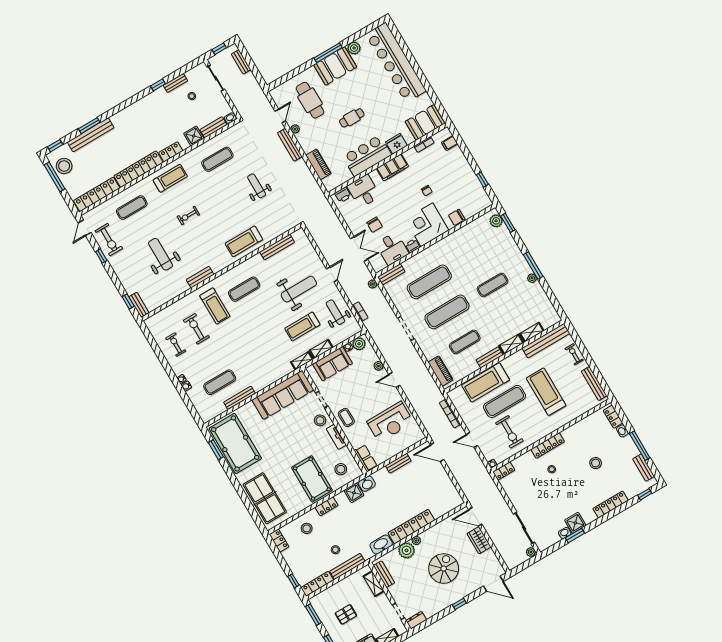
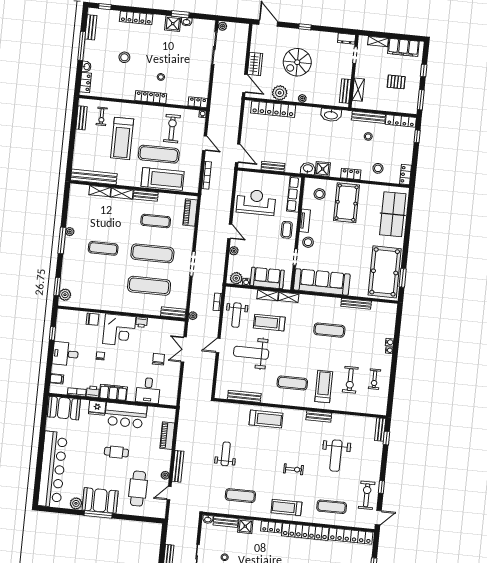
weight bench: (257, 186) -> (226, 454), turned 180
printer: (343, 195) -> (93, 392), moved
desk: (392, 249) -> (65, 354), moved, turned -90
treadmill: (302, 326) -> (269, 323), turned 180
exercise bike: (574, 354) -> (102, 116), moved
exercise mat: (220, 382) -> (329, 330), moved
bench: (594, 384) -> (81, 118), width x0.73
row of seats: (366, 458) -> (294, 194), width x1.48
locker: (411, 527) -> (273, 109), moved
plant: (407, 550) -> (280, 93), moved

